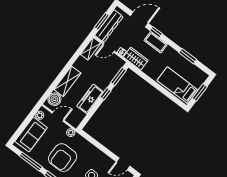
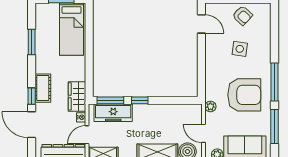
door: (109, 48) -> (87, 135), swing flipped
freezer: (90, 99) -> (113, 113), moved

